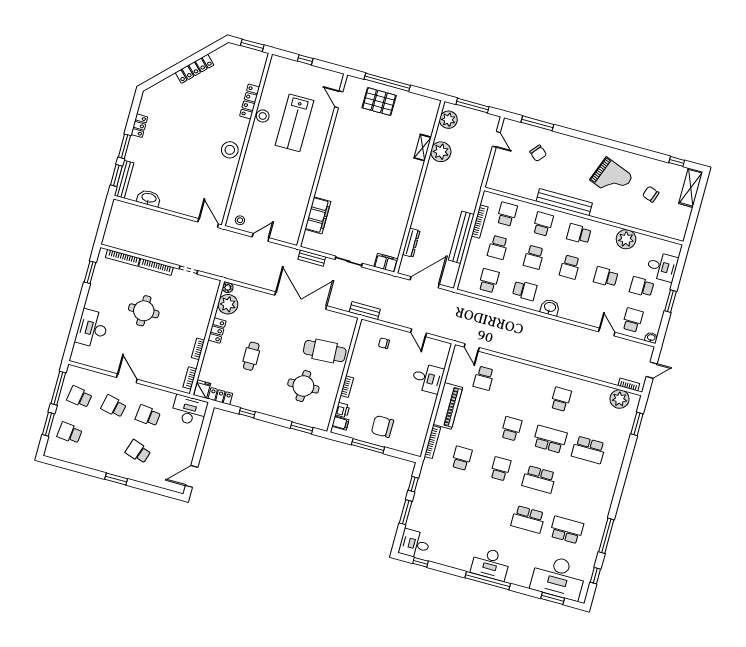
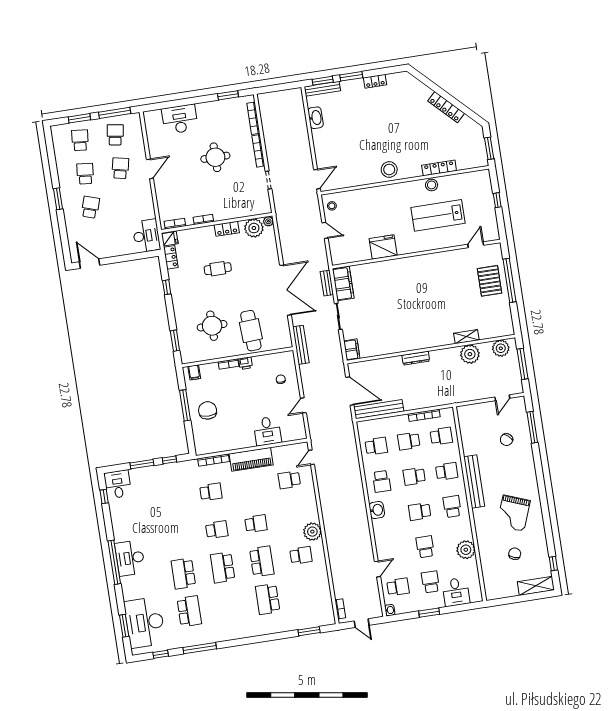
fridge: (301, 189) -> (383, 247), added
filing cabinet: (318, 215) -> (343, 284), moved, turned -90
bench: (461, 237) -> (379, 409), moved
dresser: (411, 243) -> (416, 358), moved
bench: (365, 311) -> (301, 345), width x1.36
plant: (620, 399) -> (312, 532), moved
printer: (342, 410) -> (246, 363), moved
school desk: (148, 416) -> (85, 174), moved

